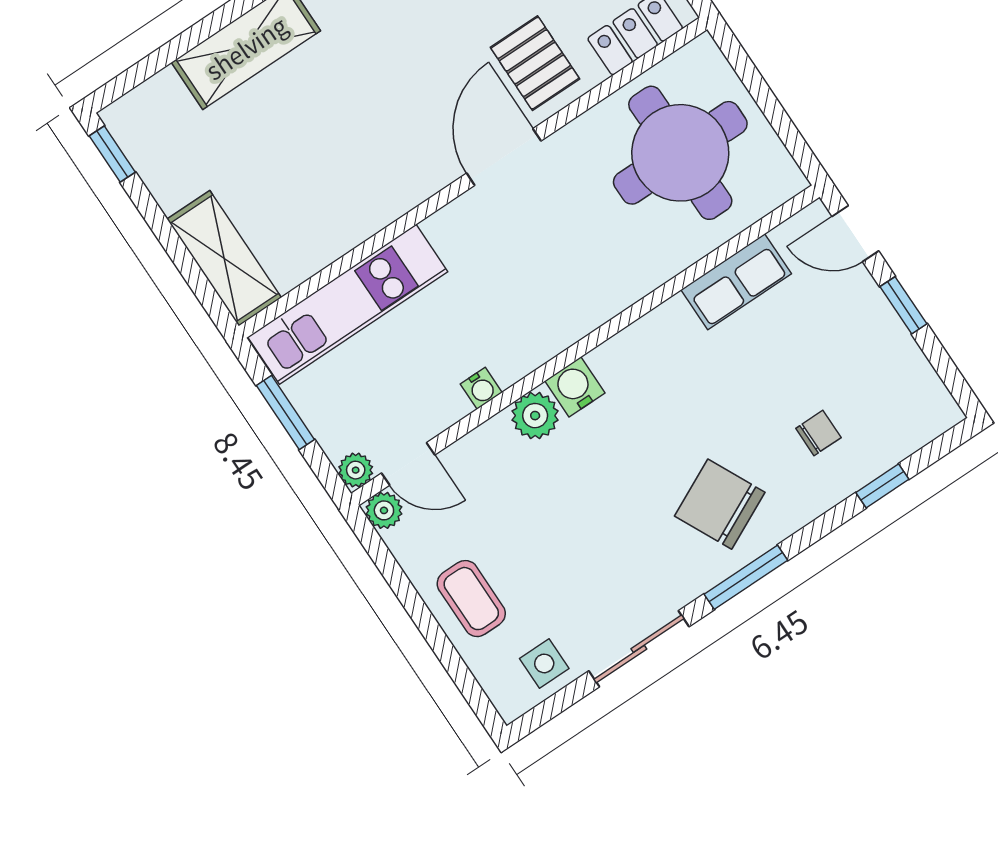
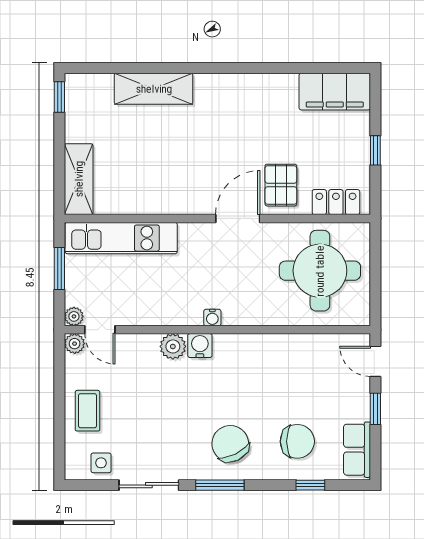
row of seats: (736, 282) -> (357, 450), moved, turned 90
water cooler: (481, 388) -> (212, 318), moved
chair: (818, 433) -> (297, 441), width x1.87, depth x1.87

